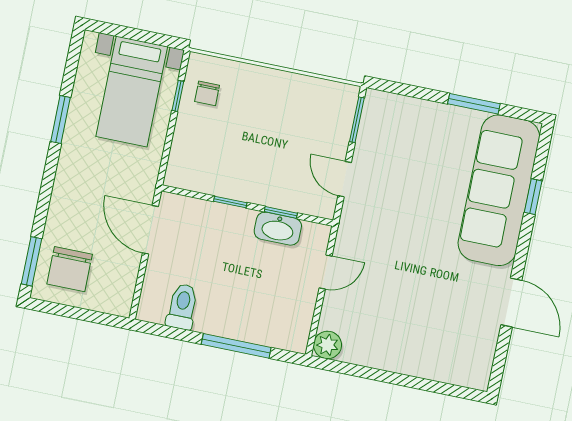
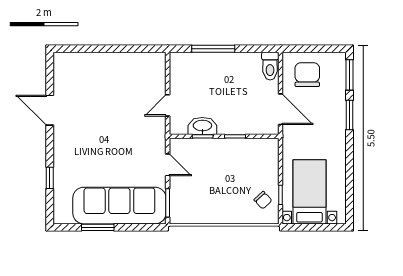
chair: (207, 93) -> (263, 200), turned 137
window: (61, 120) -> (350, 115), moved
sofa: (499, 190) -> (119, 206), moved, turned -90
chair: (70, 269) -> (307, 75), moved
toilet: (182, 307) -> (270, 66), moved
plant: (328, 345) -> (157, 61), removed

